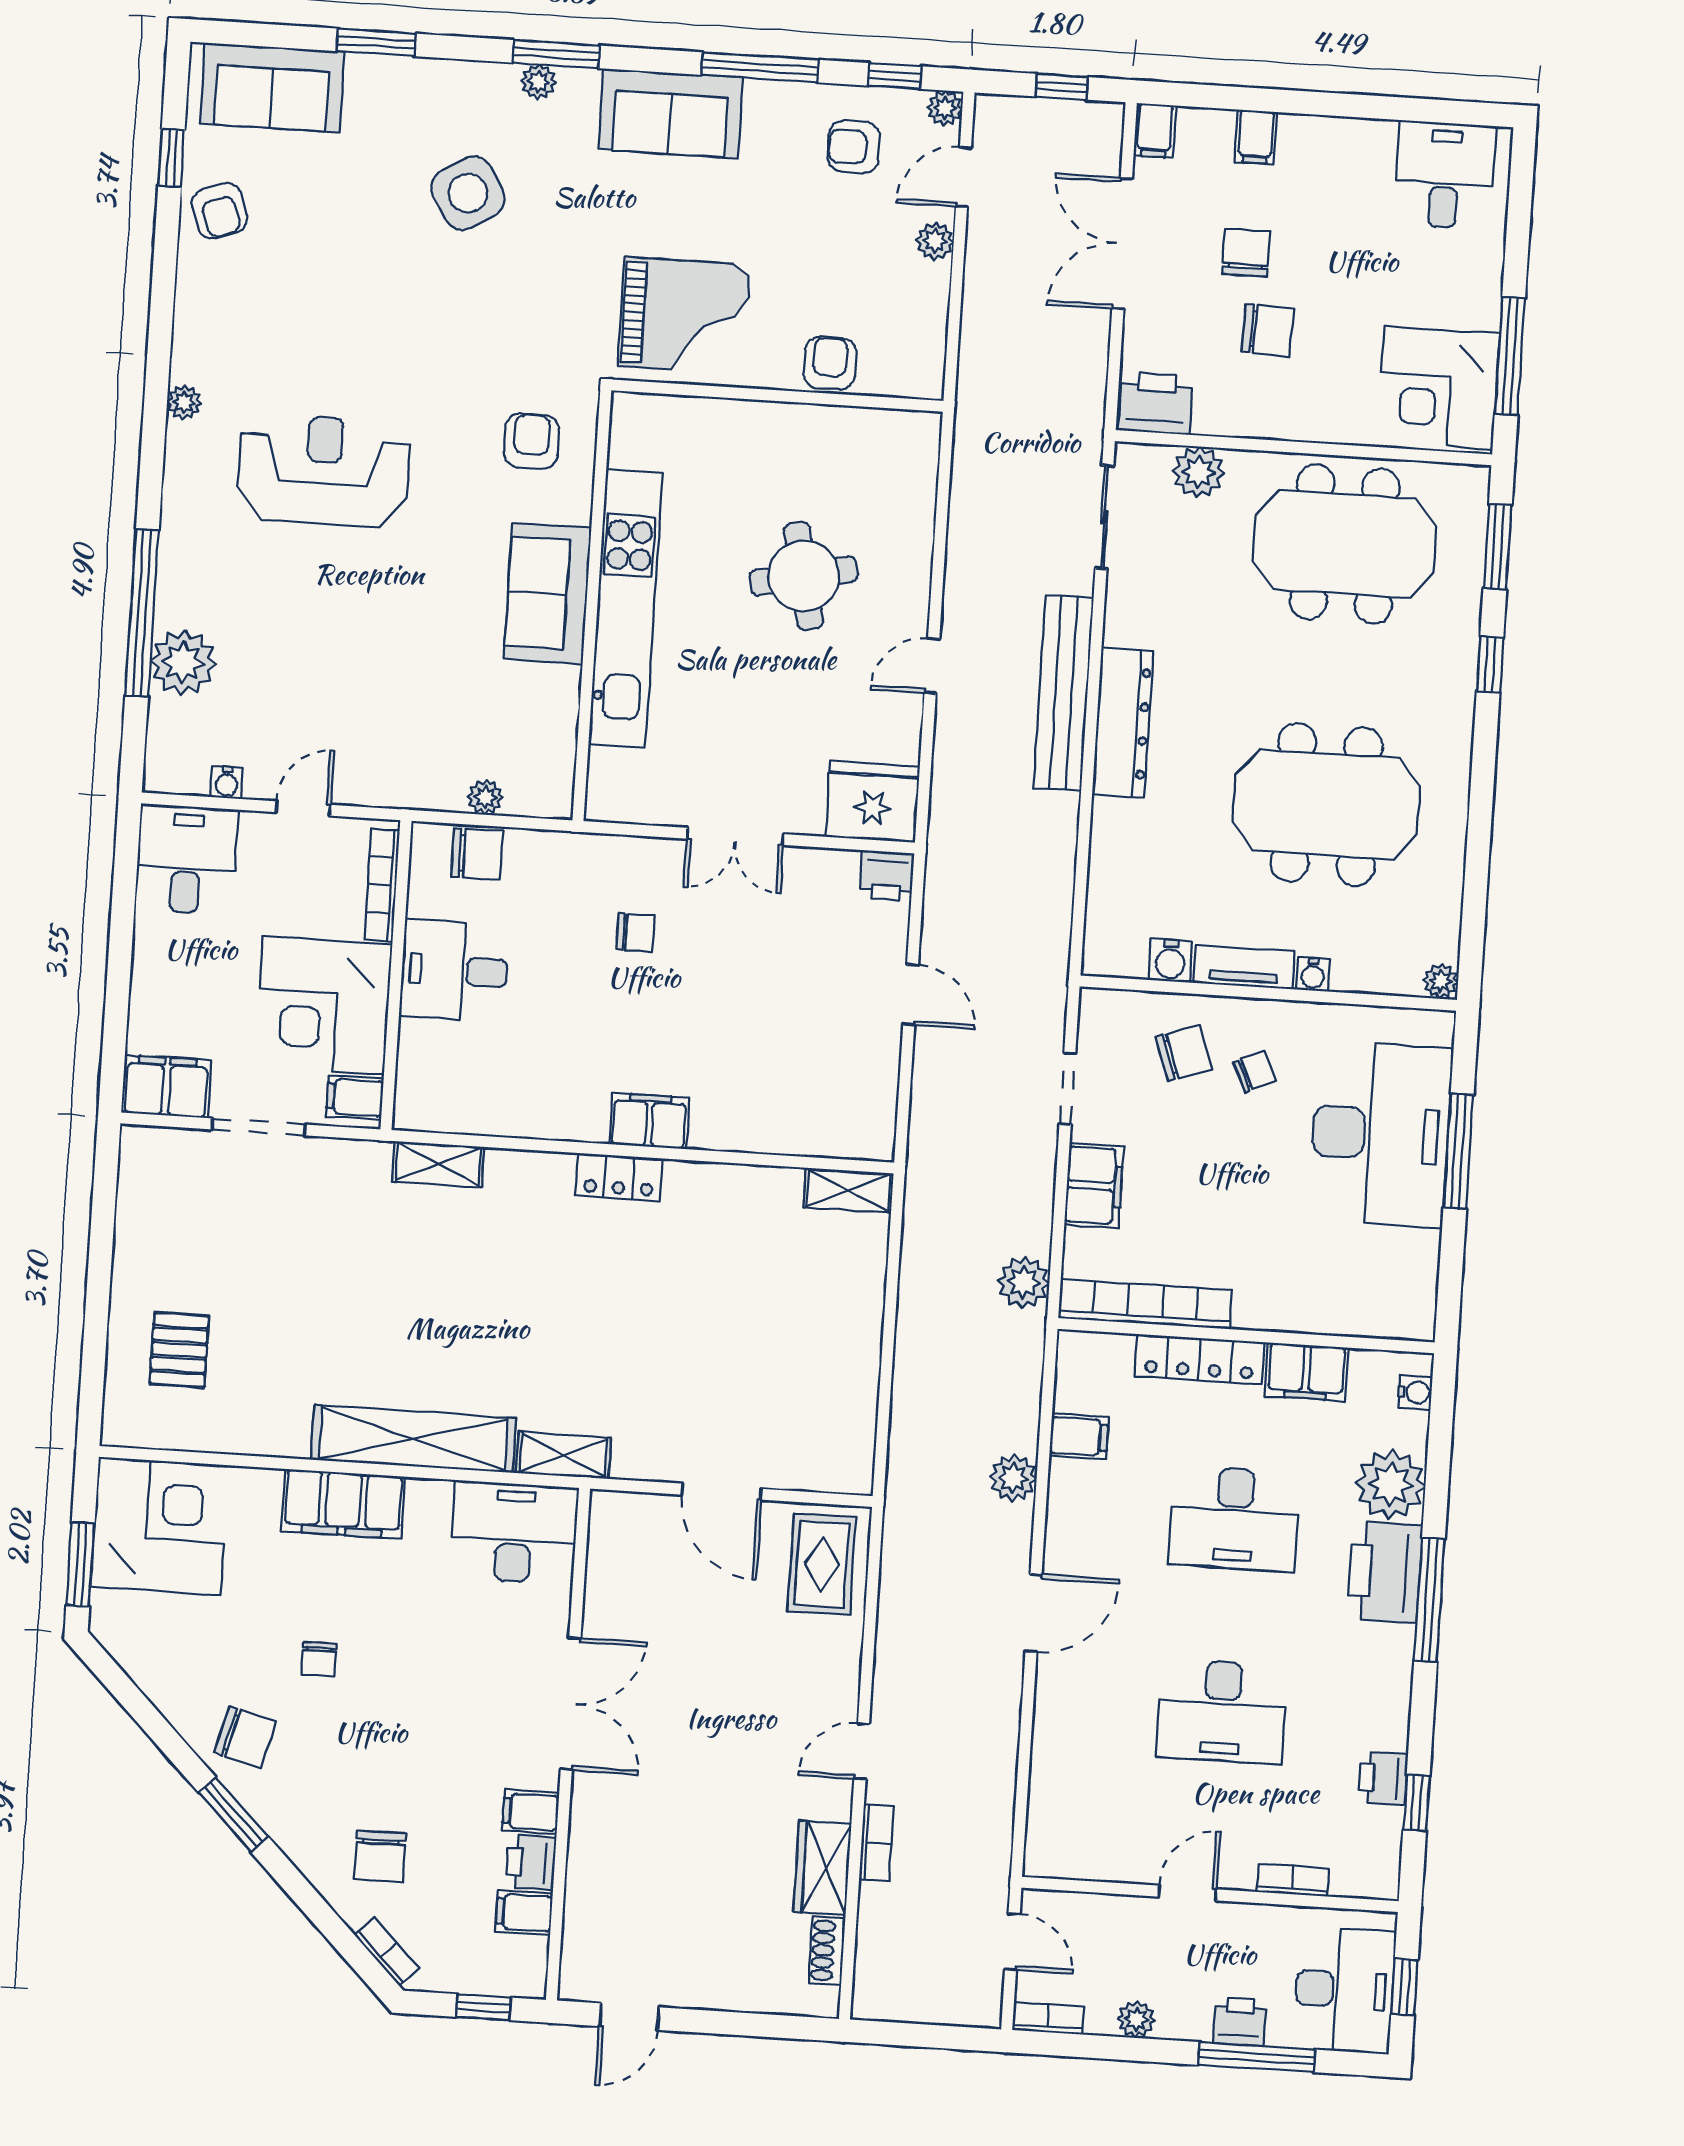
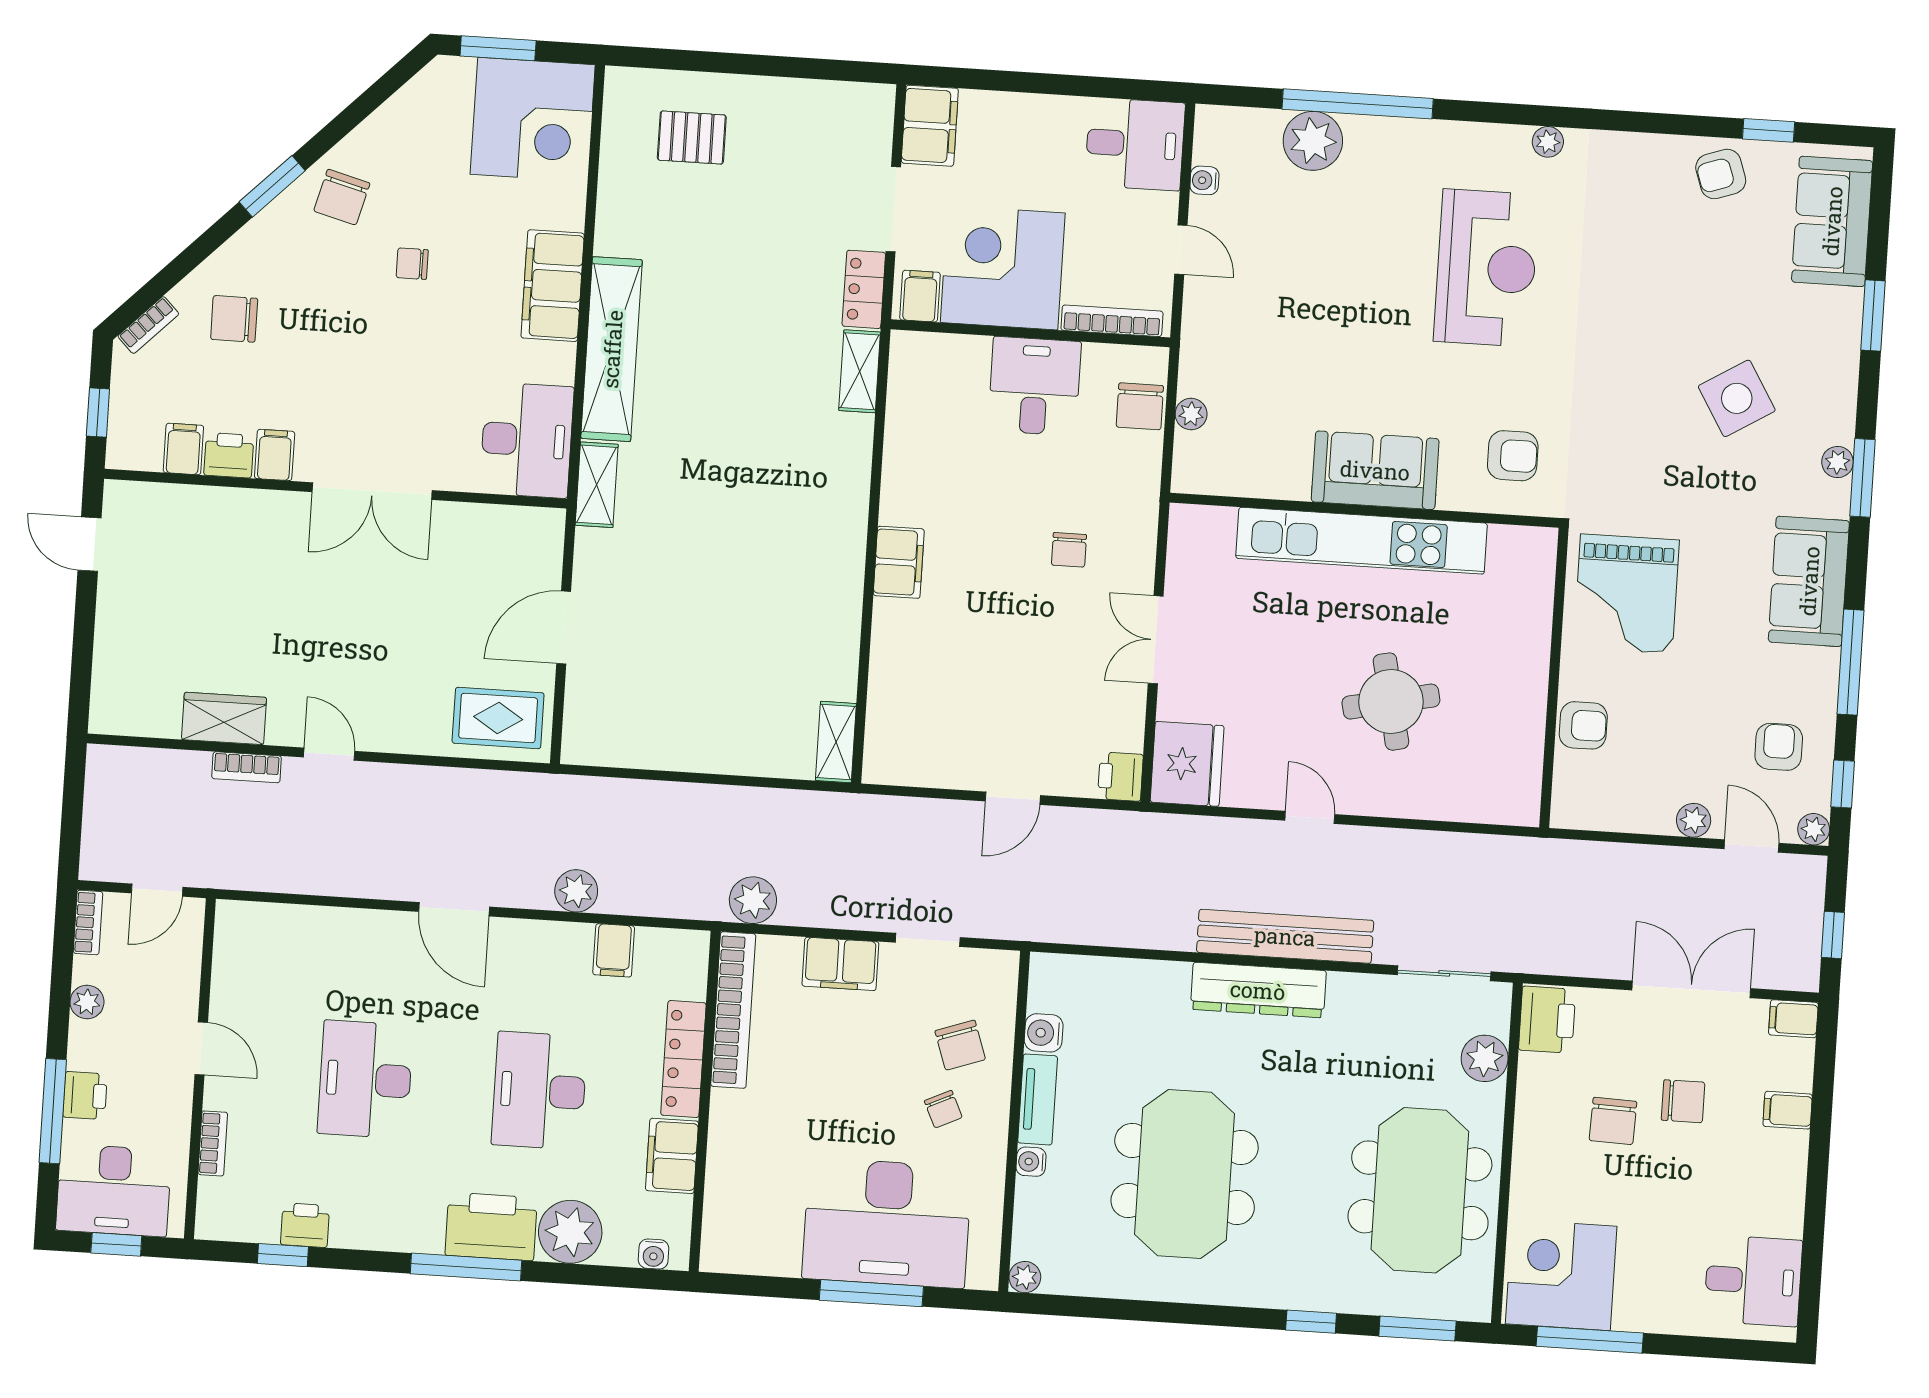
locker: (619, 1177) -> (864, 289), moved
shoe rack: (827, 1951) -> (149, 723), removed

